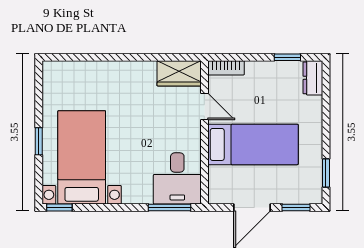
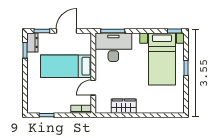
wardrobe: (179, 73) -> (124, 106), moved
dresser: (313, 78) -> (32, 42), moved
door: (204, 106) -> (93, 88), hinge flipped
desk: (177, 178) -> (113, 47), width x1.37

